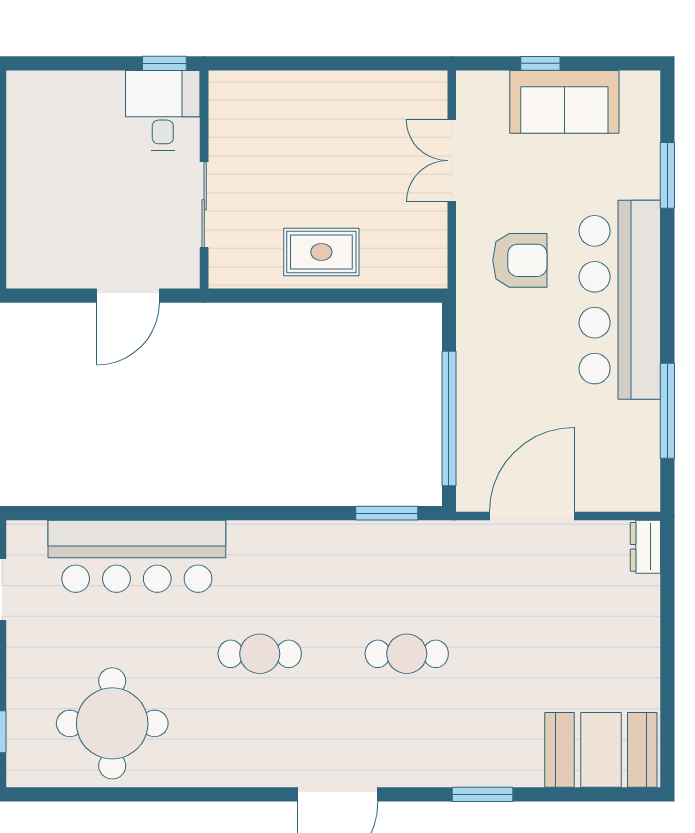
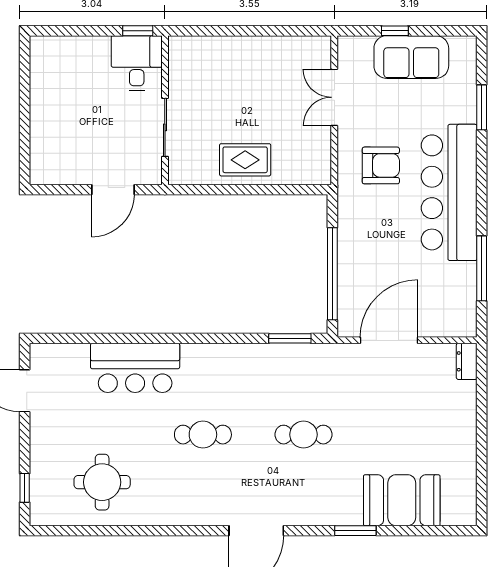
bar counter: (137, 556) -> (135, 368), width x0.73
round table: (112, 723) -> (102, 482), width x0.73, depth x0.73
booth: (601, 750) -> (402, 500), moved

